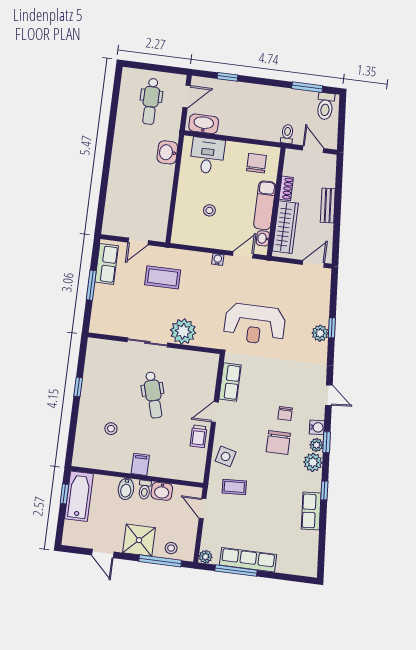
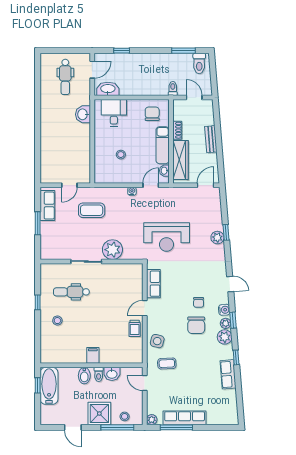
dental chair: (153, 395) -> (71, 292), moved, turned 106
stool: (111, 429) -> (57, 321), moved

